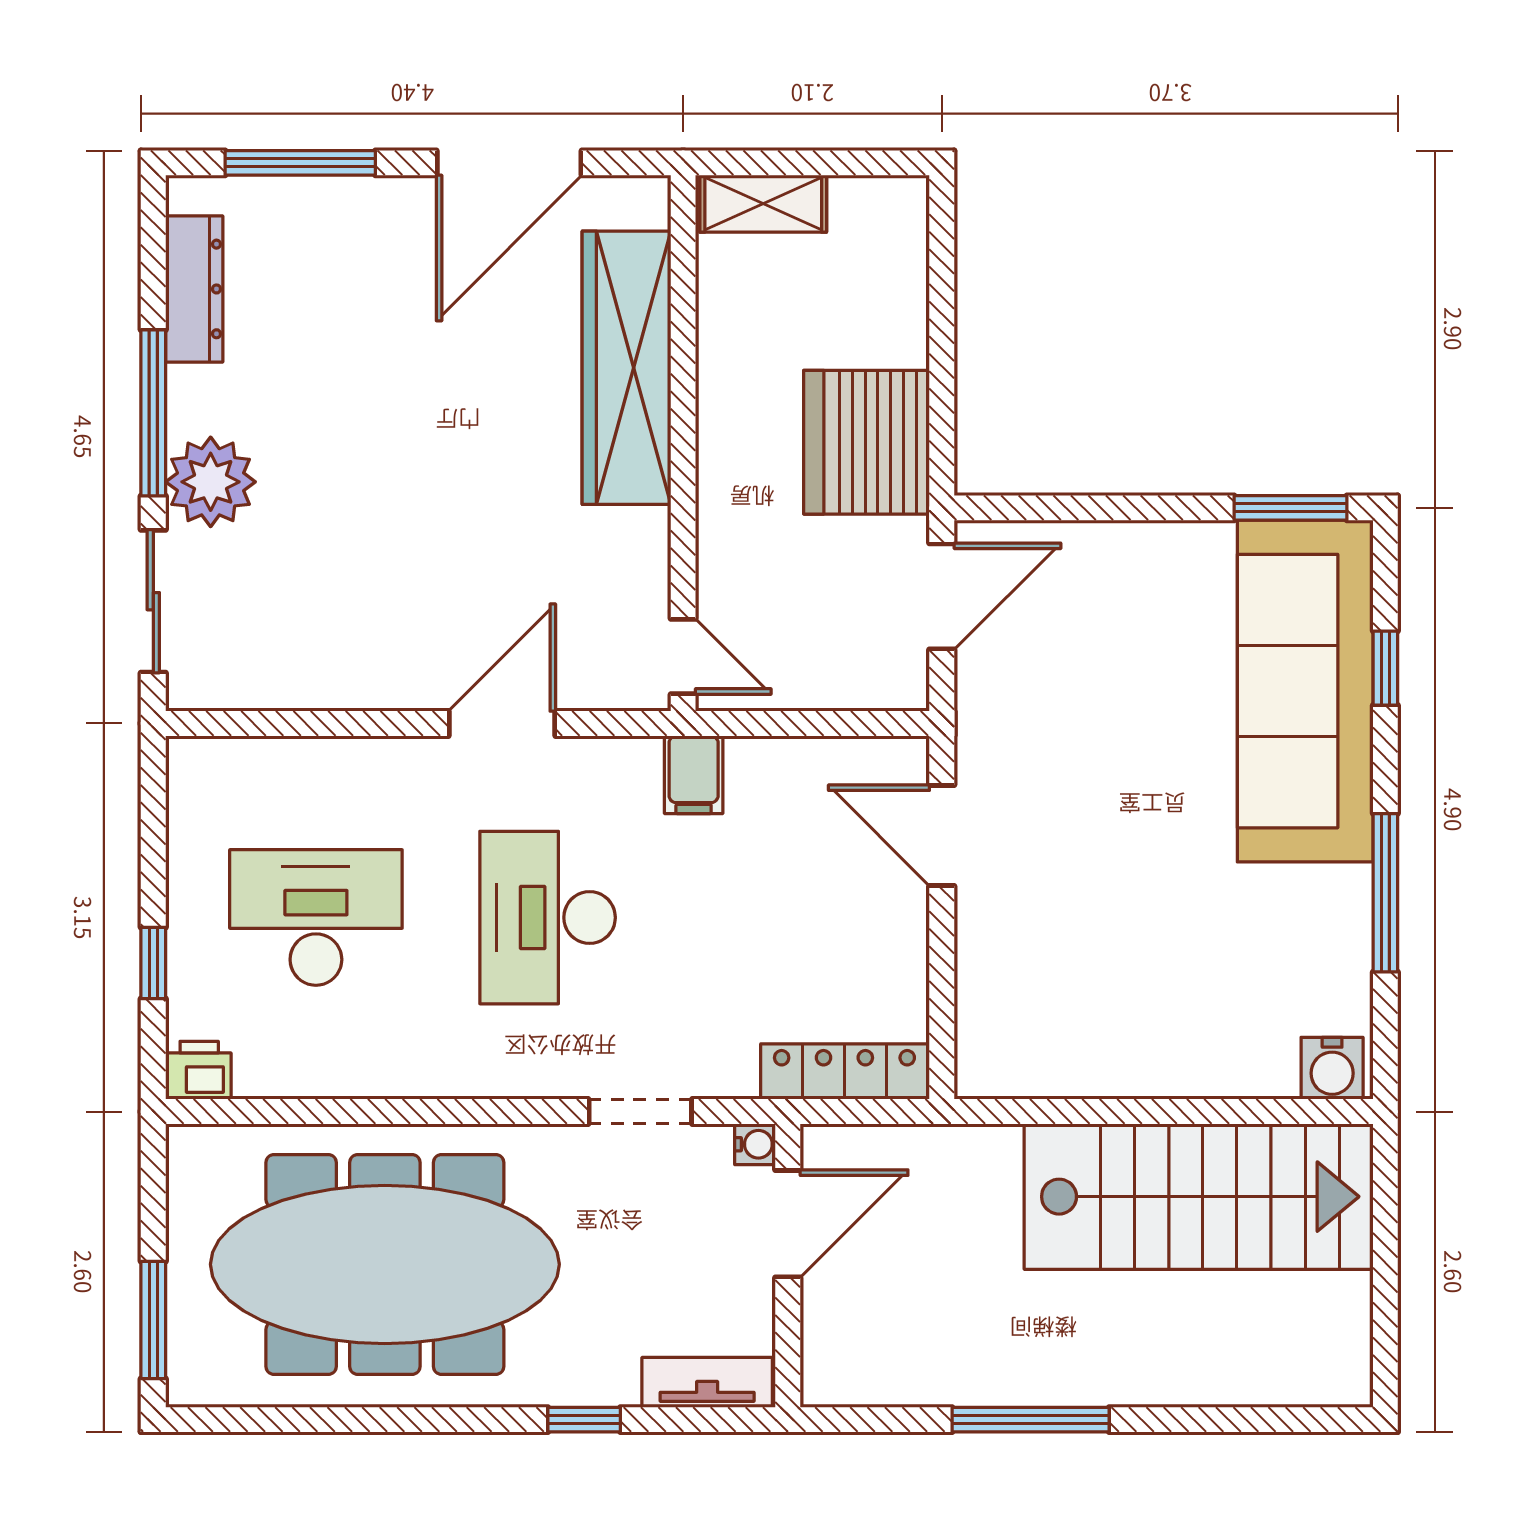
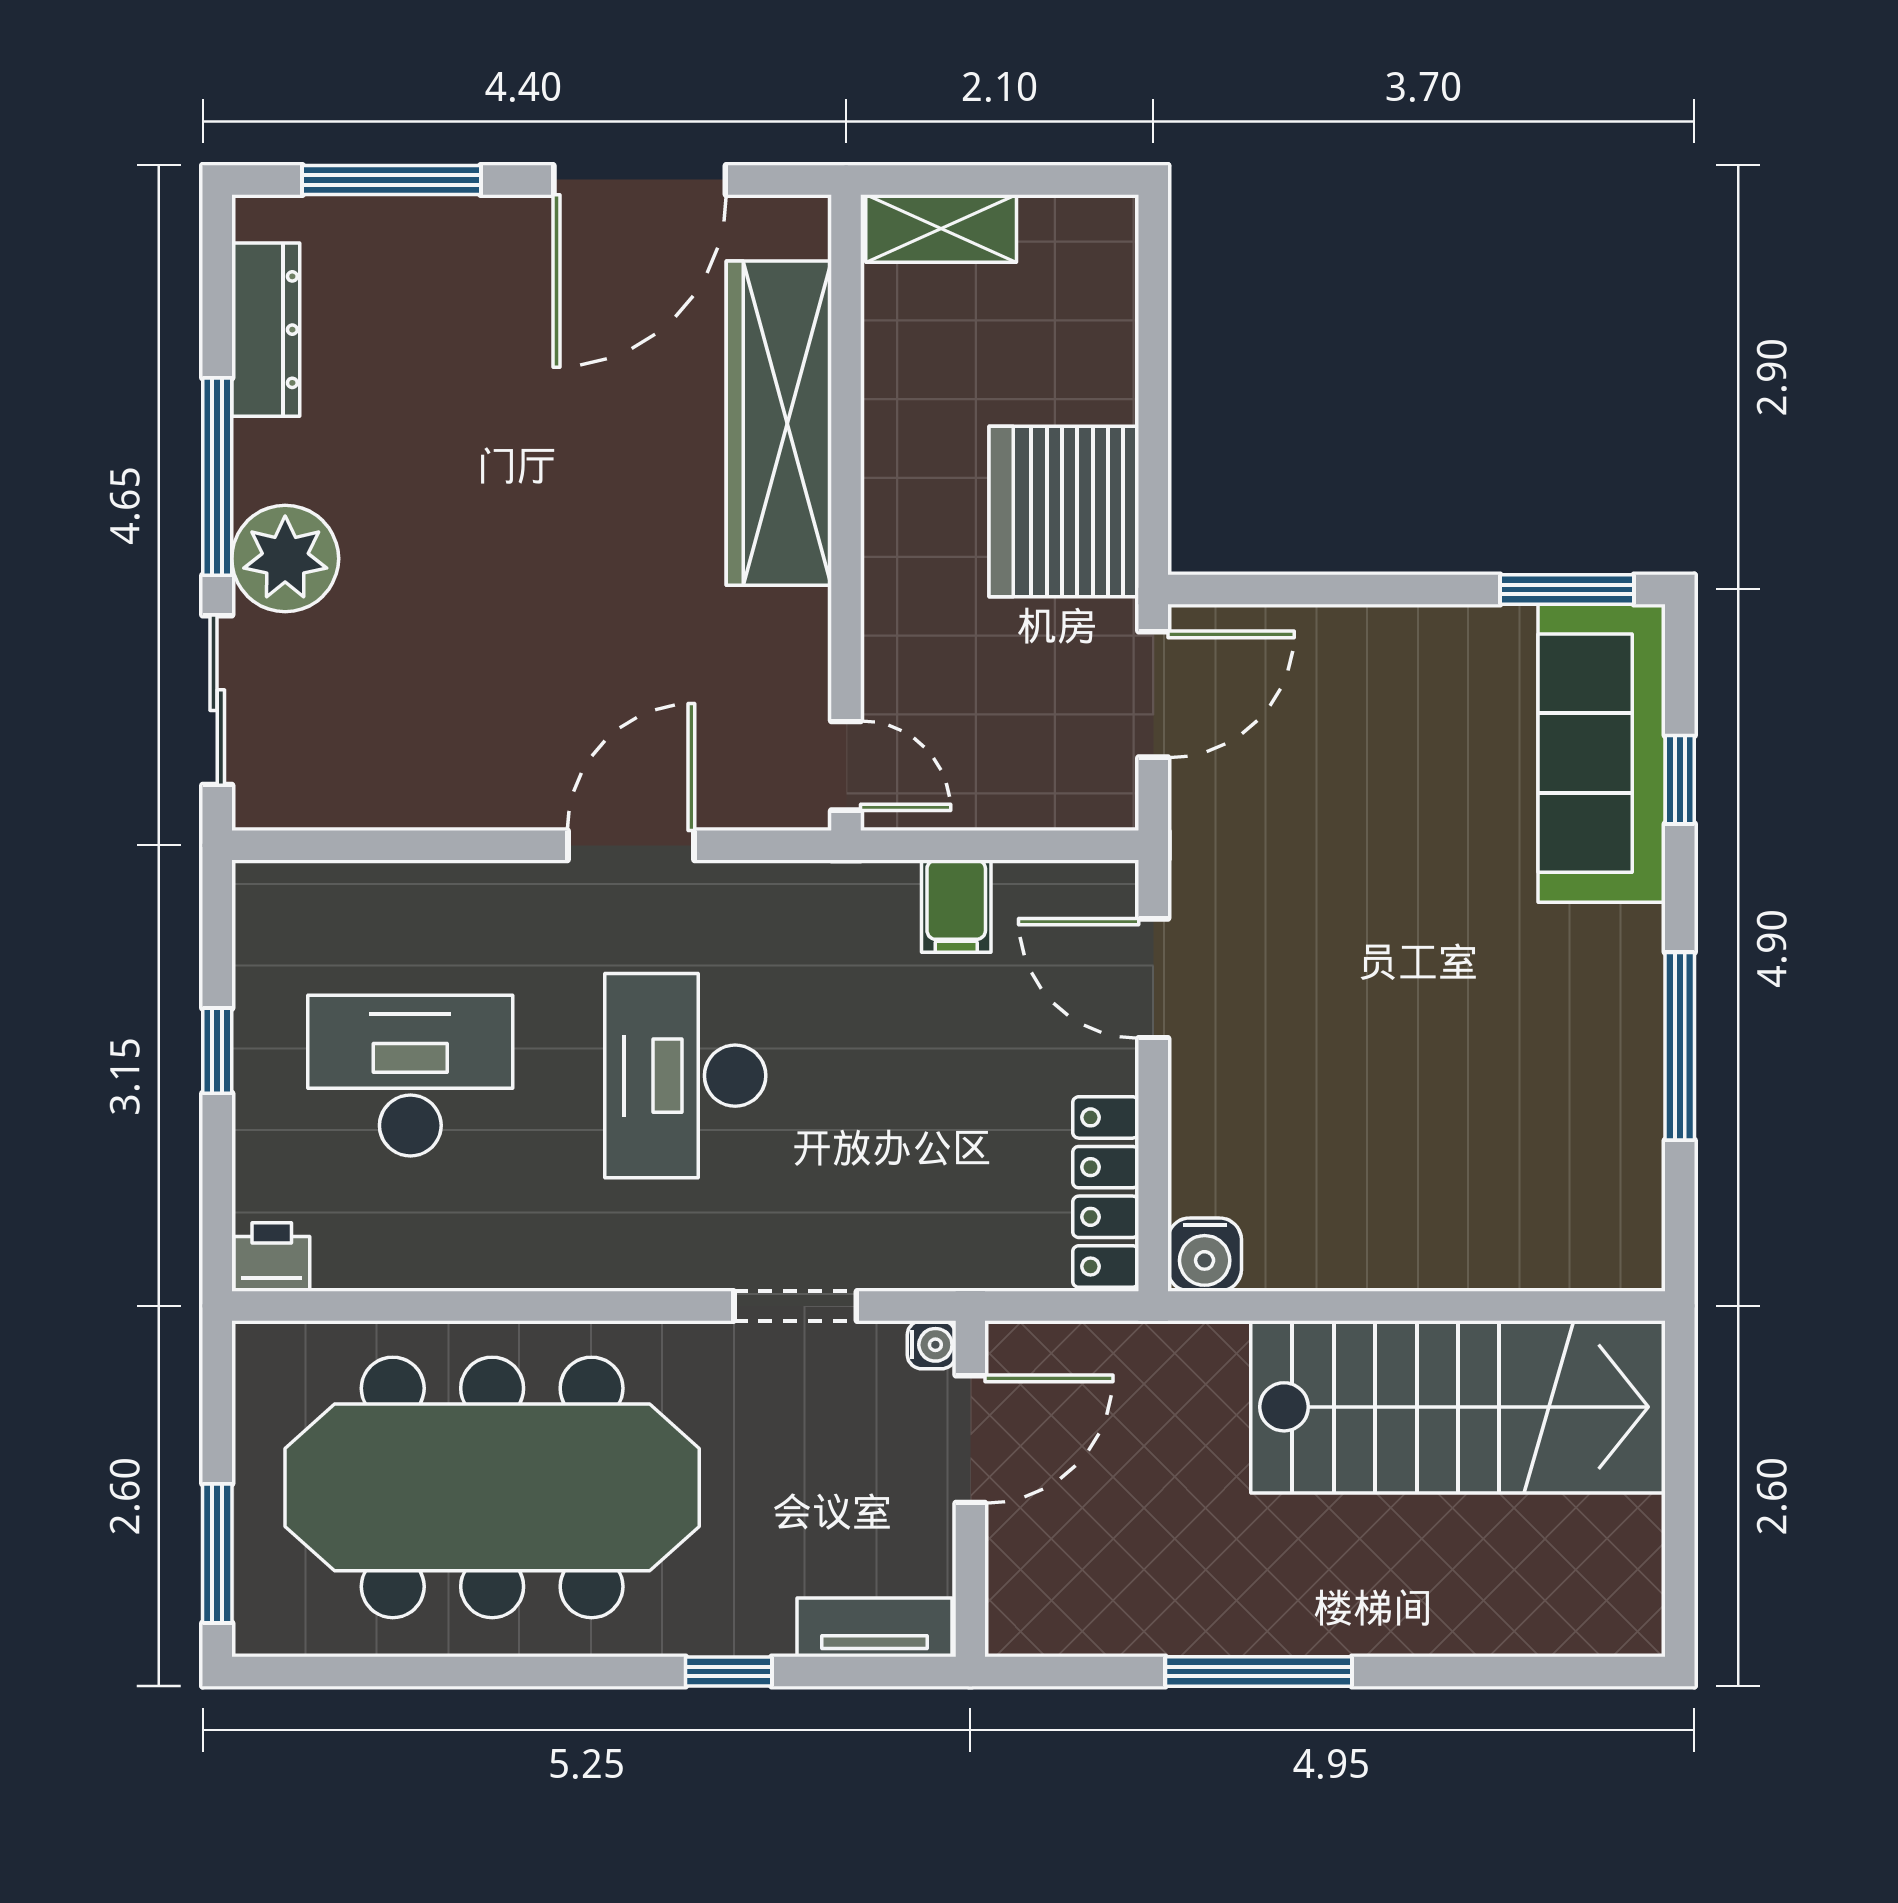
sofa: (1305, 691) -> (1602, 753), width x0.74, depth x0.79
filing cabinet: (694, 775) -> (956, 906), moved
window: (153, 963) -> (217, 1051), moved
water cooler: (1332, 1068) -> (1205, 1255), moved
locker: (844, 1072) -> (1106, 1192), moved, turned -90

